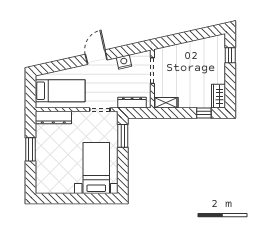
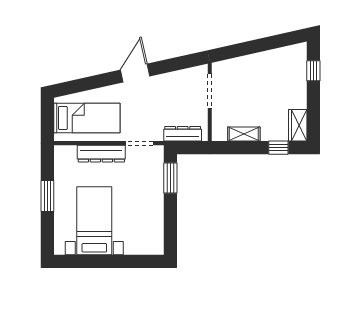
nightstand: (124, 62) -> (172, 80), removed
shelving: (166, 103) -> (244, 134), moved
dresser: (53, 117) -> (101, 154), moved
bed with nightstands: (96, 168) -> (94, 221), moved

